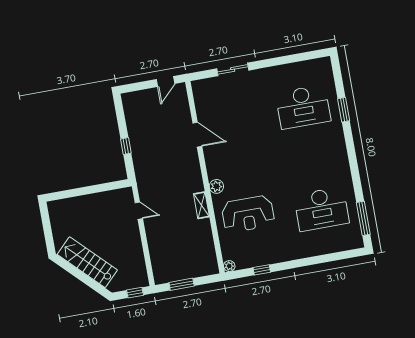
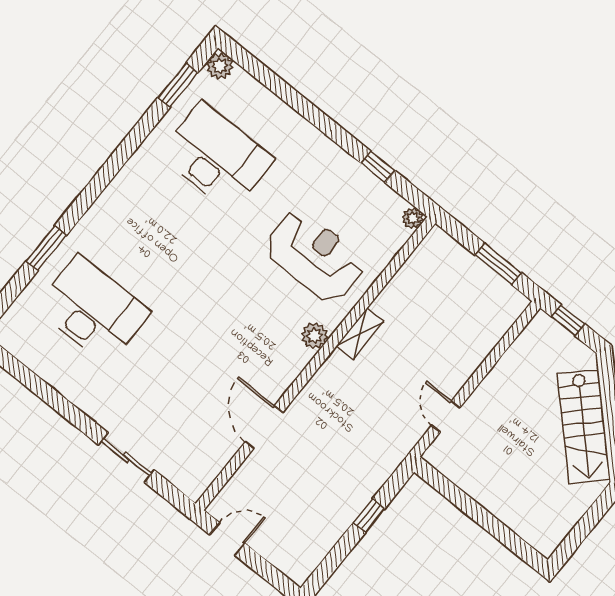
window: (363, 218) -> (178, 85), width x0.69
plant: (356, 242) -> (220, 66), added

